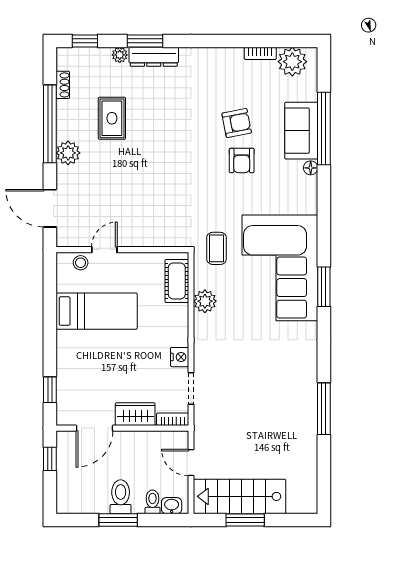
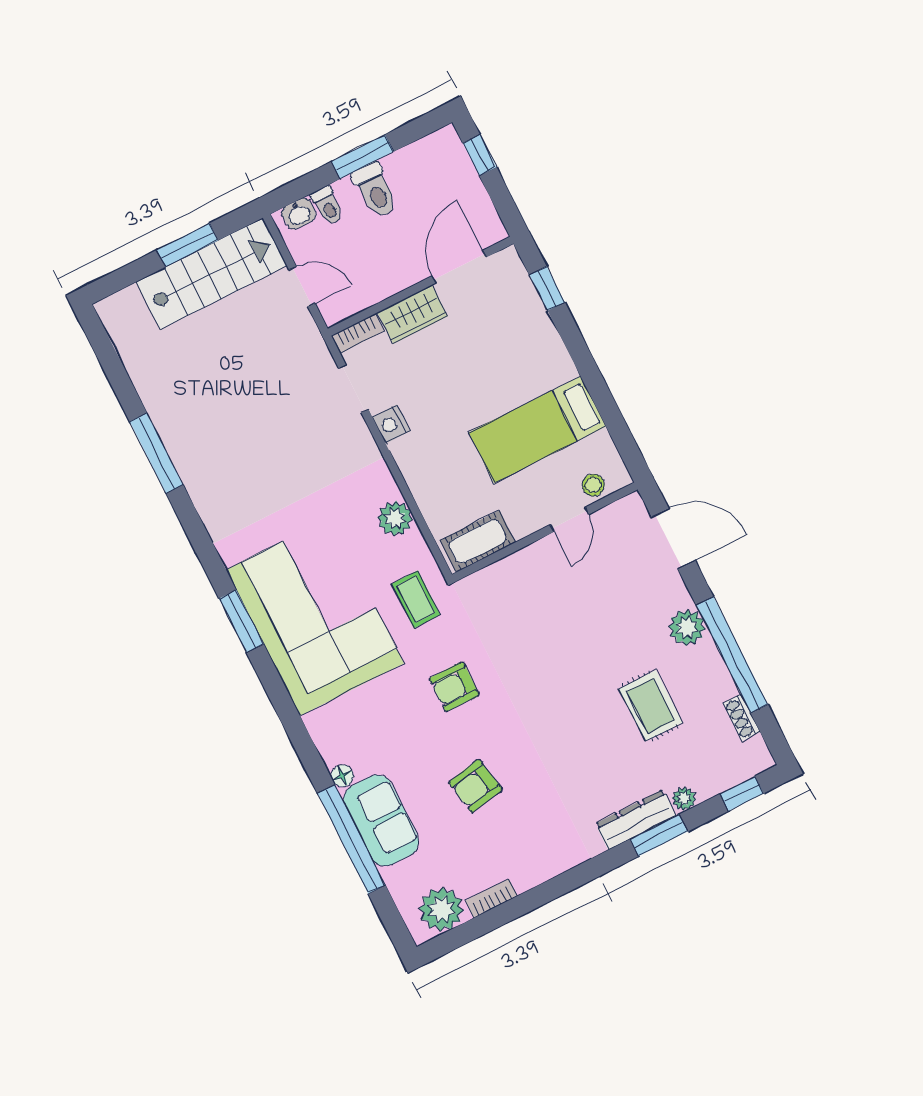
armchair: (242, 160) -> (454, 687), moved, turned -90
cot: (177, 281) -> (478, 541), moved, turned 90
window: (50, 459) -> (480, 155), moved

